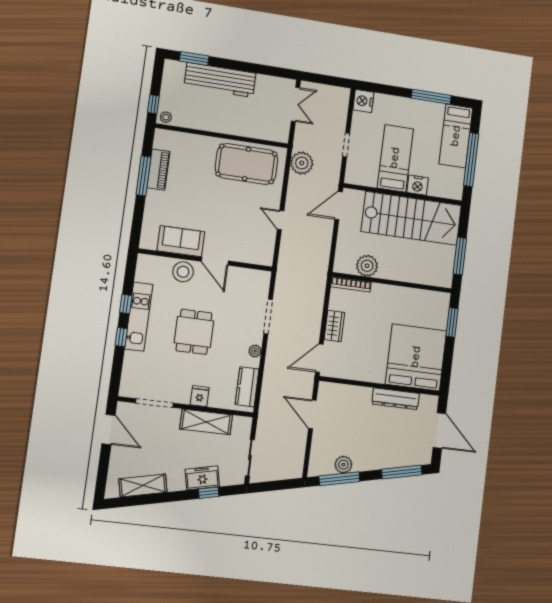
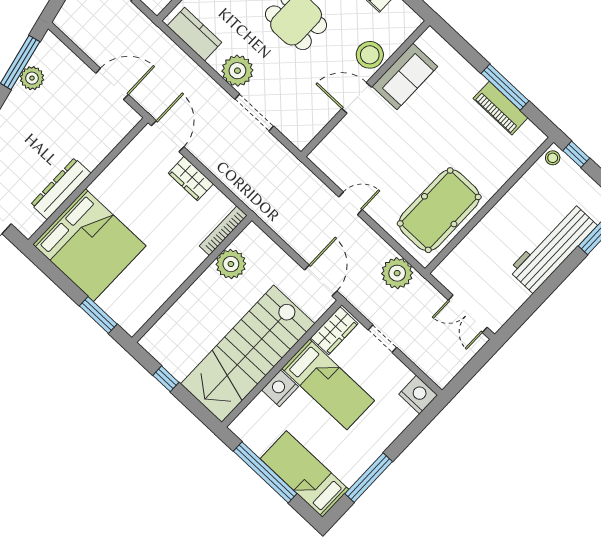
wardrobe: (362, 177) -> (334, 331), added
window: (460, 256) -> (166, 379), width x0.46
plant: (255, 351) -> (237, 71), width x1.88, depth x1.88

